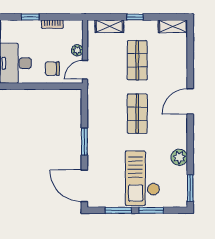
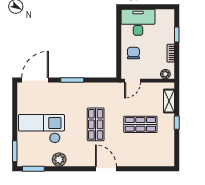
shelving: (173, 26) -> (169, 154), removed
plant: (77, 50) -> (165, 74), moved
door: (85, 70) -> (132, 81), swing flipped
shop shelf: (137, 114) -> (96, 124), turned 90
window: (118, 210) -> (15, 108), removed
window: (151, 210) -> (15, 151), moved

